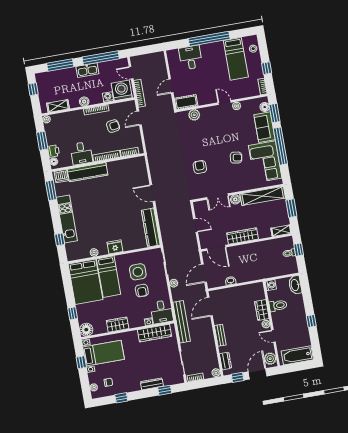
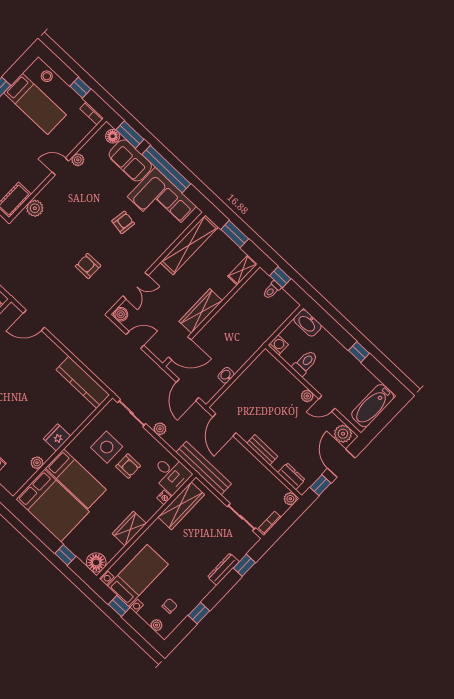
door: (152, 193) -> (34, 320), moved
boiler: (235, 199) -> (121, 314), moved
wardrobe: (262, 310) -> (290, 383), removed

